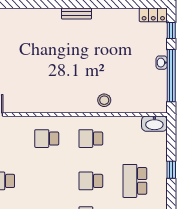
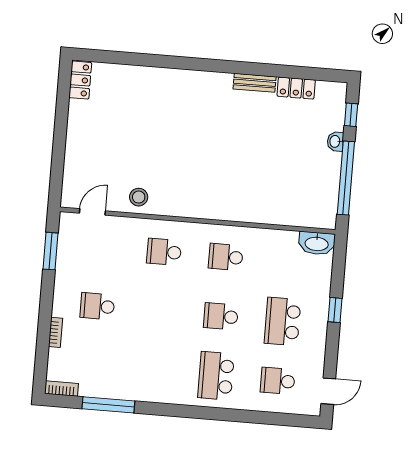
bench: (77, 13) -> (255, 83), moved
locker: (153, 15) -> (296, 88), moved
washbasin: (162, 63) -> (335, 141), moved
stool: (104, 100) -> (139, 197), moved

